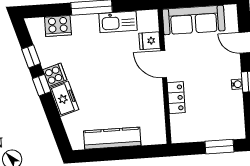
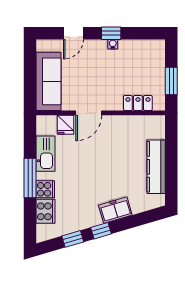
cooker: (55, 75) -> (45, 189), moved, turned 106
locker: (176, 98) -> (138, 103), moved
window: (219, 147) -> (171, 81), moved

